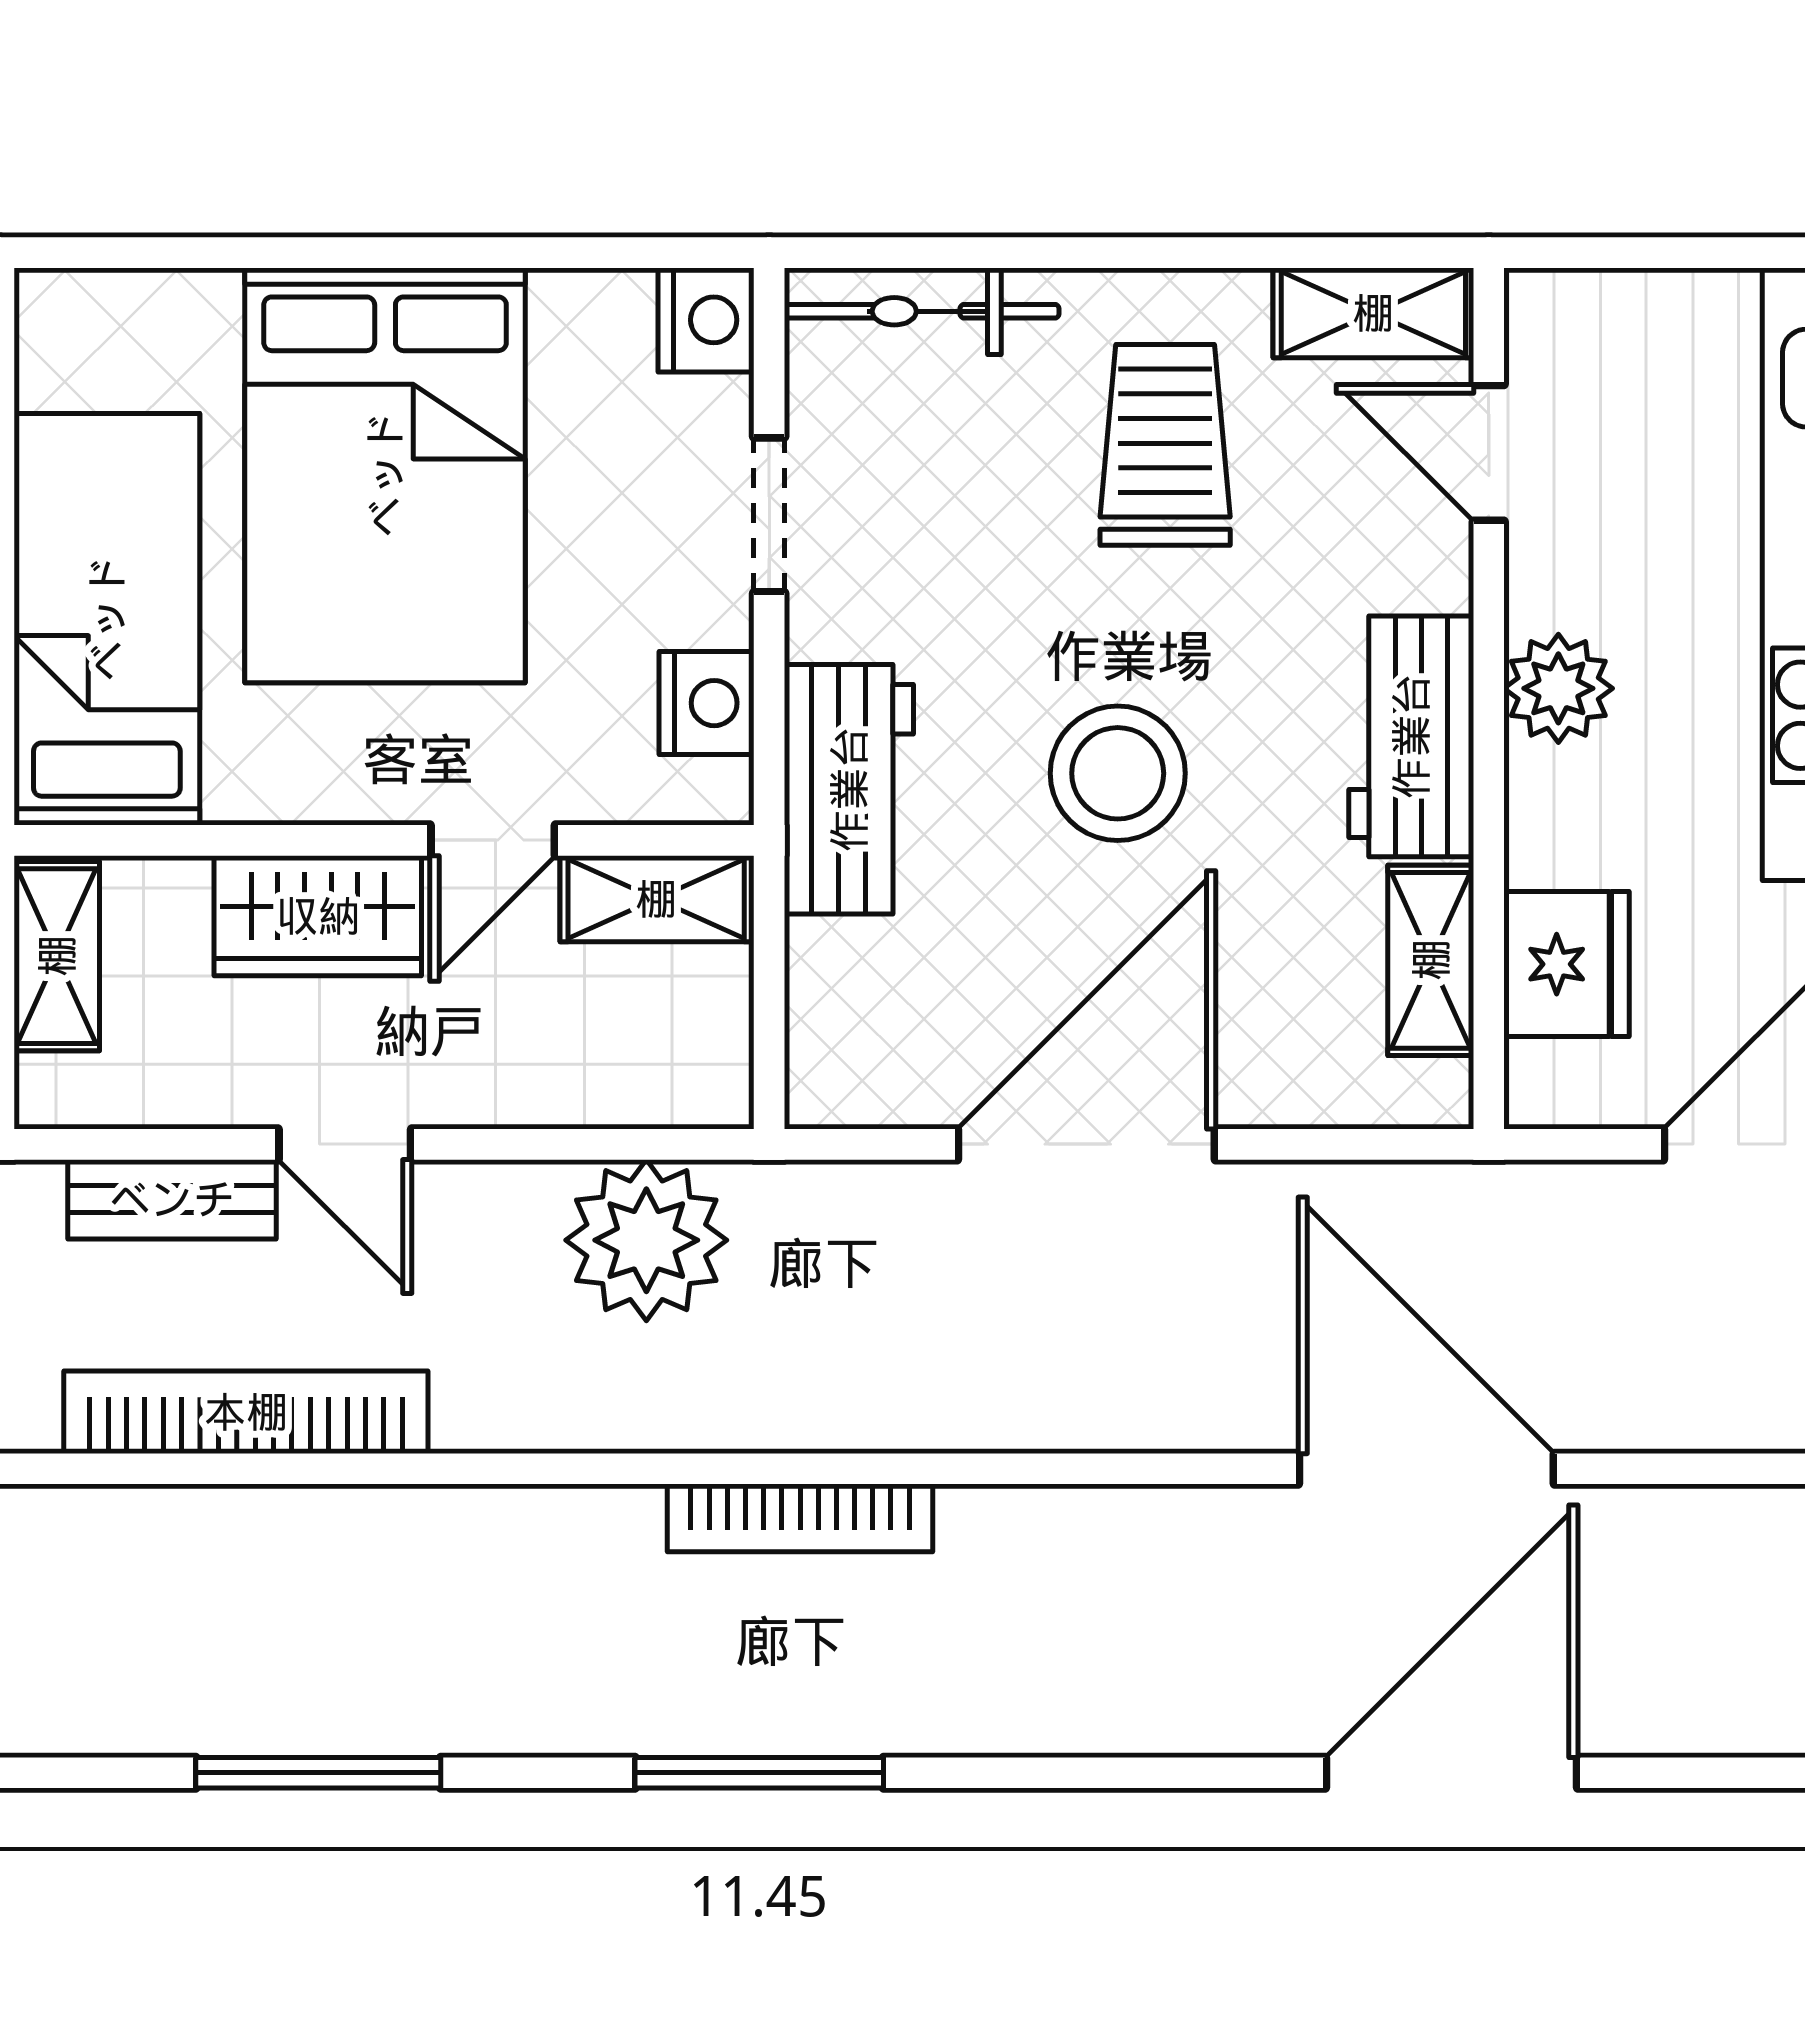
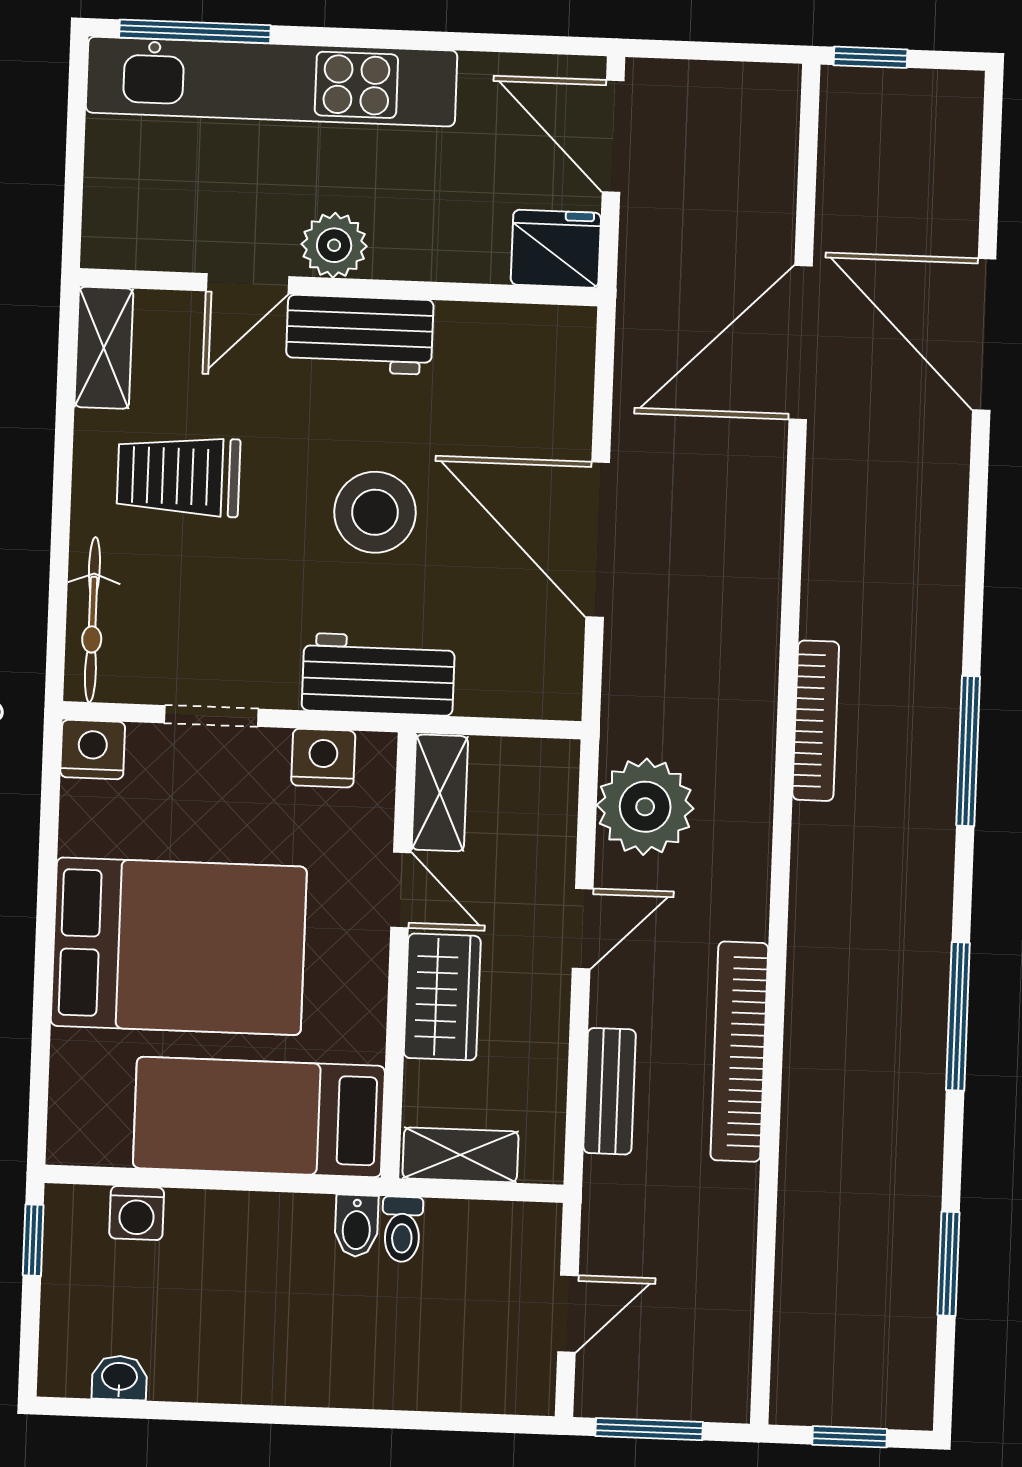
door: (1489, 453) -> (247, 284), moved
shelving: (1431, 960) -> (495, 328), removed
fridge: (1567, 964) -> (556, 249), moved
door: (345, 1144) -> (583, 929), moved

